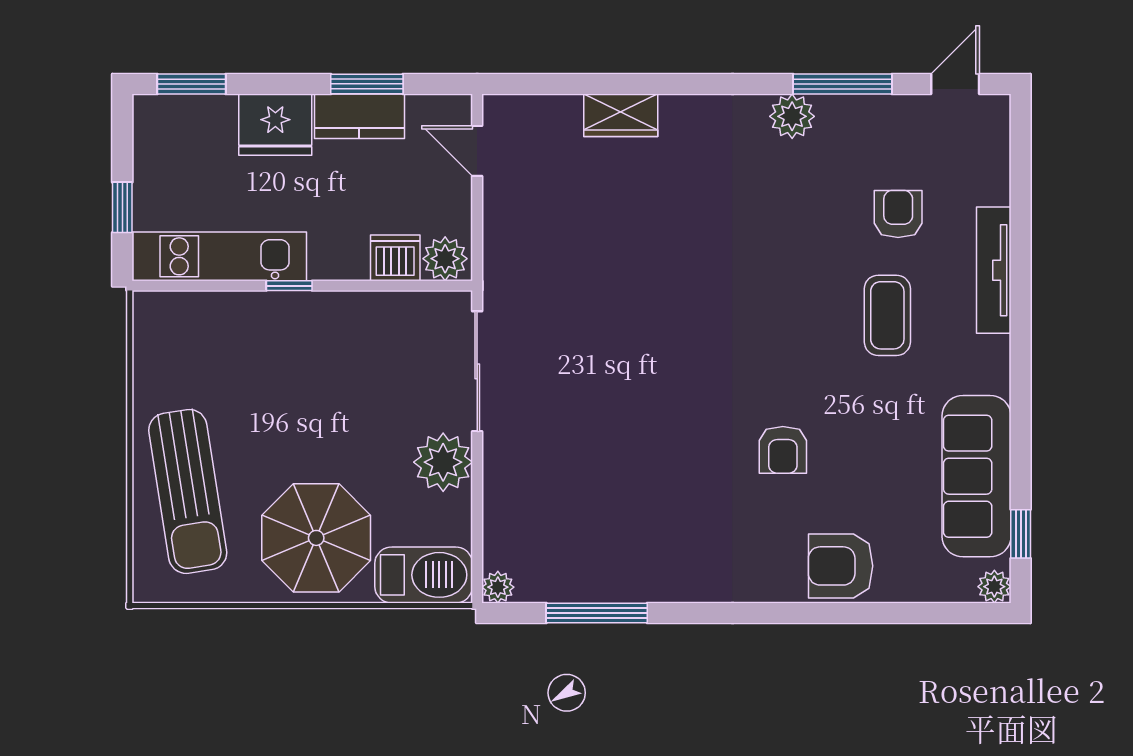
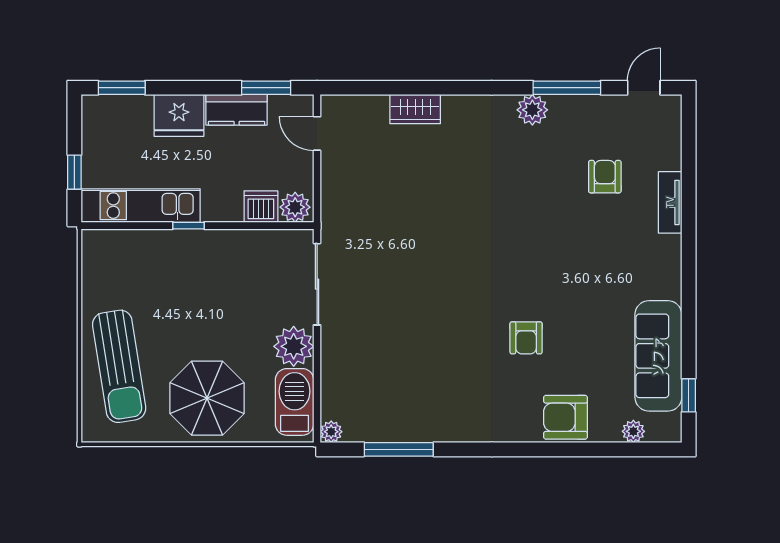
window: (367, 84) -> (266, 88), moved
tv unit: (994, 270) -> (670, 202), width x0.71
coffee table: (887, 315) -> (597, 246), removed
barbecue: (424, 575) -> (295, 402), moved, turned -90
plant: (994, 587) -> (633, 431), moved

